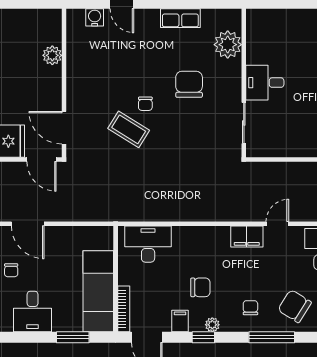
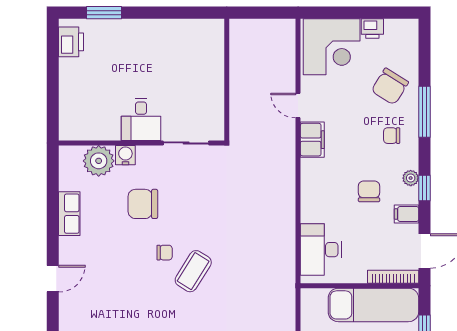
water cooler: (95, 17) -> (125, 155), moved, turned 90

